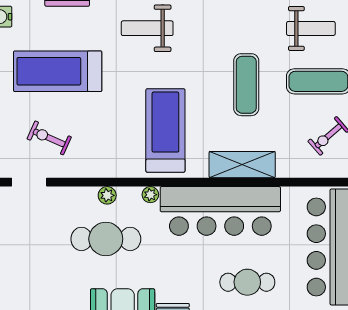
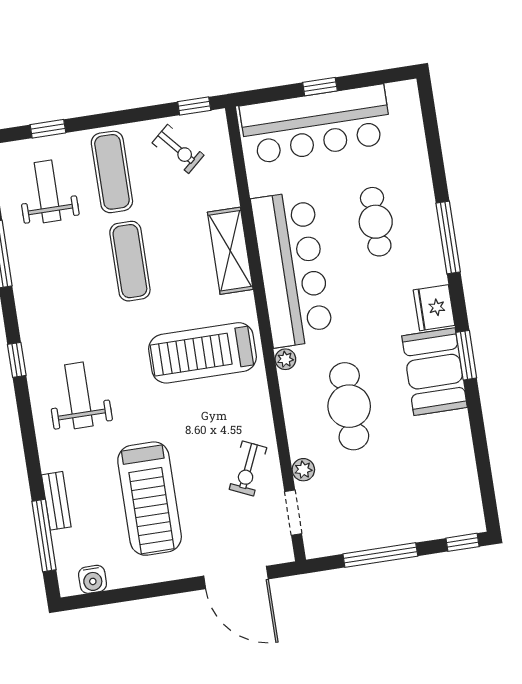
weight bench: (147, 28) -> (79, 395), turned 180
exercise mat: (246, 85) -> (130, 261), turned 90
exercise bike: (49, 138) -> (248, 468), moved
plant: (107, 195) -> (303, 470), moved

